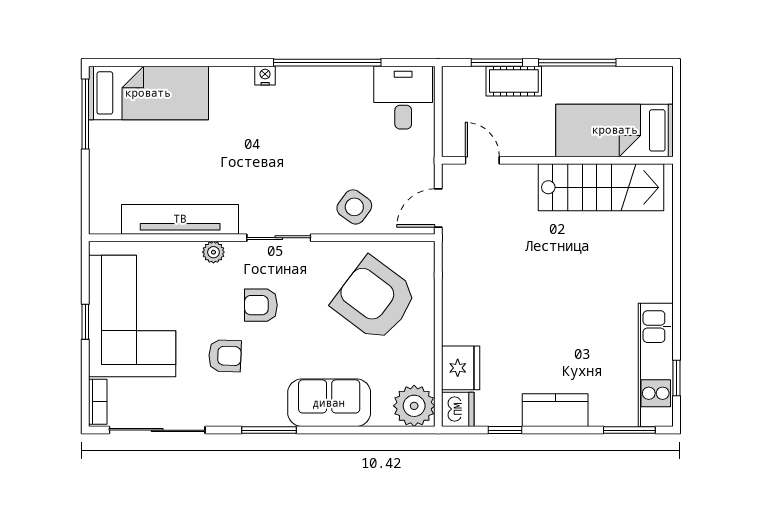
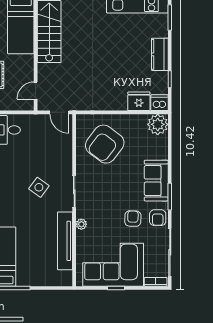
side table: (354, 207) -> (39, 187), moved
armchair: (261, 305) -> (158, 218), moved
sofa: (329, 403) -> (156, 181), moved

